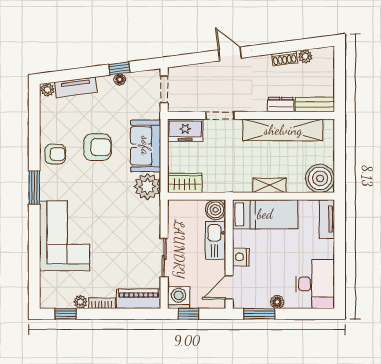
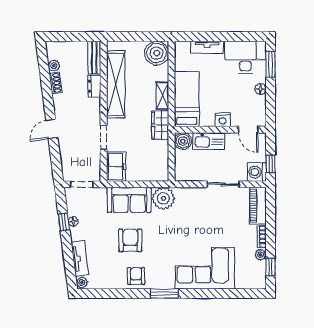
wardrobe: (185, 183) -> (160, 125), moved
tv unit: (327, 219) -> (207, 47), moved
window: (259, 314) -> (270, 64), moved

